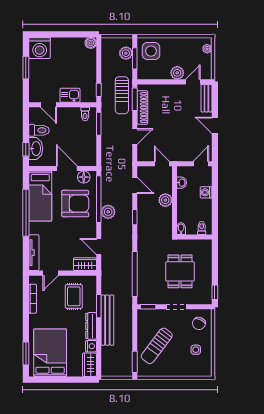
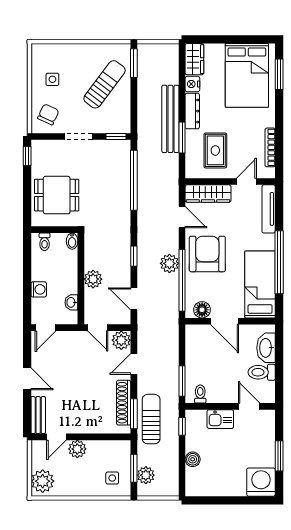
boiler: (91, 43) -> (193, 459), moved
plant: (207, 49) -> (43, 481), width x1.88, depth x1.88
side table: (151, 51) -> (112, 478), width x0.54, depth x0.54
window: (26, 149) -> (279, 347), removed
plant: (144, 154) -> (121, 340), added
armchair: (75, 204) -> (207, 254), moved, turned 90
wardrobe: (85, 264) -> (208, 194), width x1.50
dining table: (180, 271) -> (57, 195), moved, turned 90

